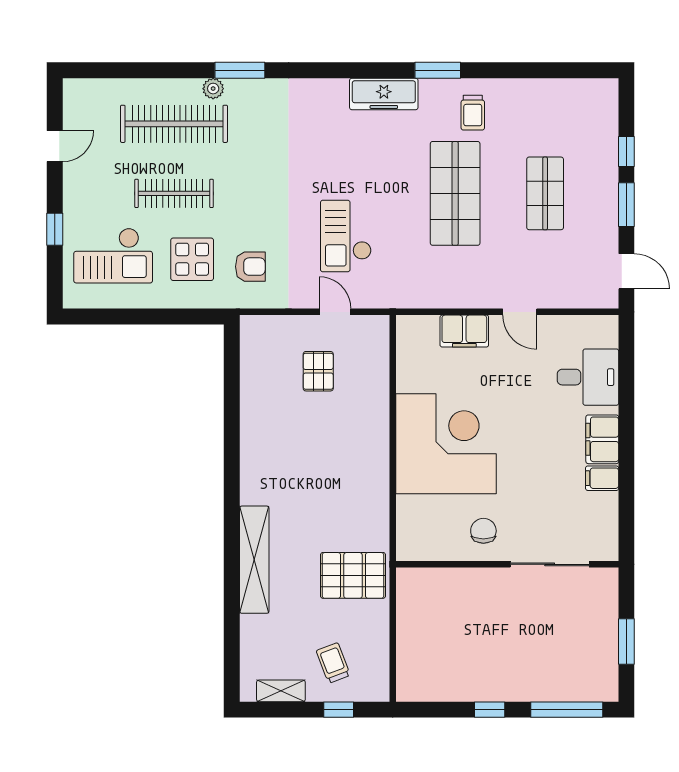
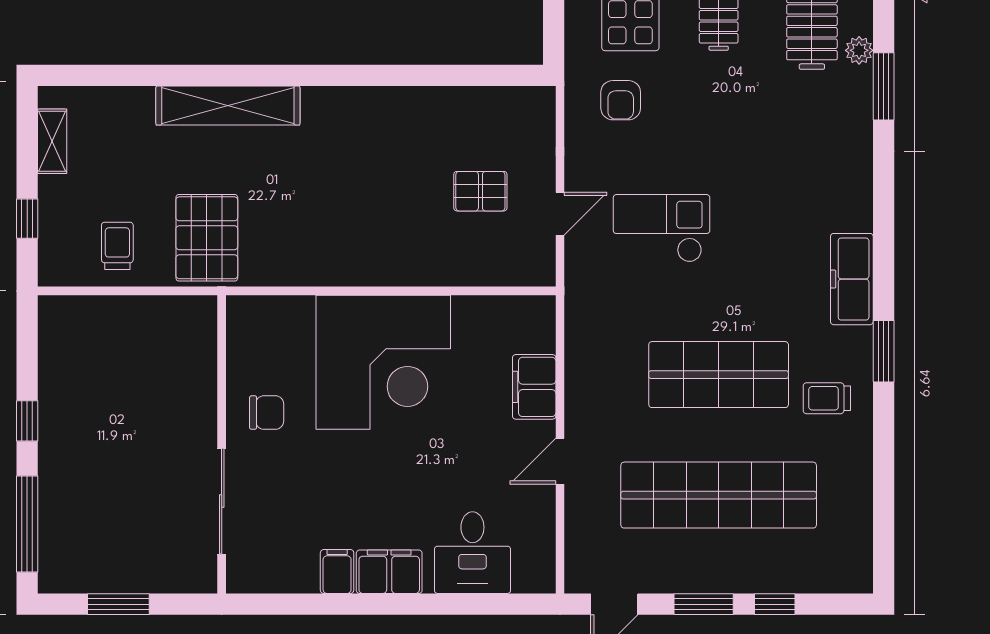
shop shelf: (545, 193) -> (719, 495), width x2.00, depth x1.36
trolley: (333, 663) -> (117, 246), moved, turned -69

